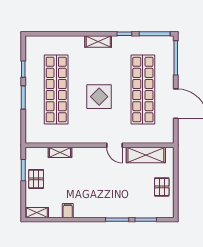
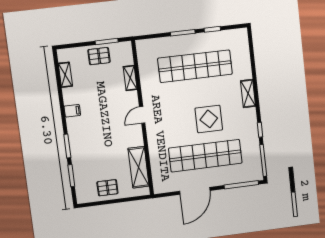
shelving: (98, 42) -> (248, 93), moved
display table: (99, 97) -> (209, 119), moved
door: (114, 145) -> (142, 115), moved
filing cabinet: (68, 211) -> (72, 111), moved
shelving: (37, 213) -> (65, 75), moved

